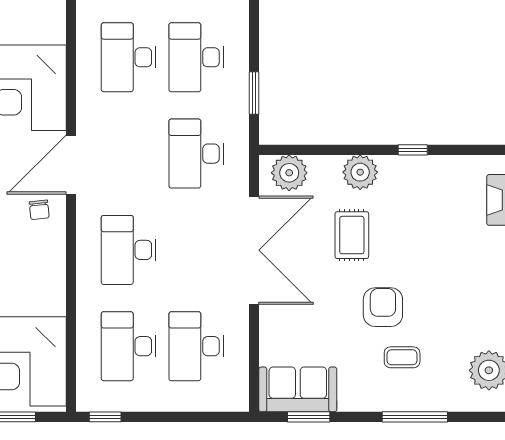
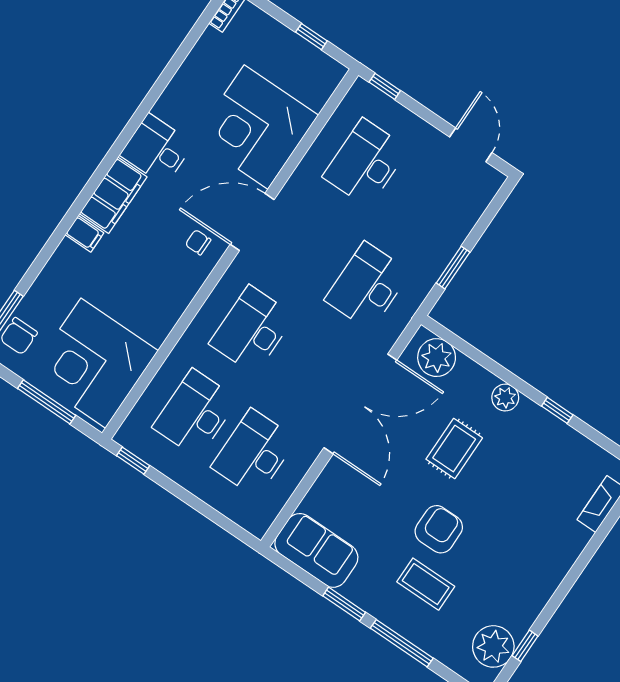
desk: (196, 57) -> (424, 203), removed
plant: (360, 172) -> (505, 398), width x0.73, depth x0.73
chair: (39, 210) -> (198, 242), turned 96
coffee table: (402, 357) -> (426, 584), width x1.36, depth x1.30
window: (309, 417) -> (344, 604), moved

